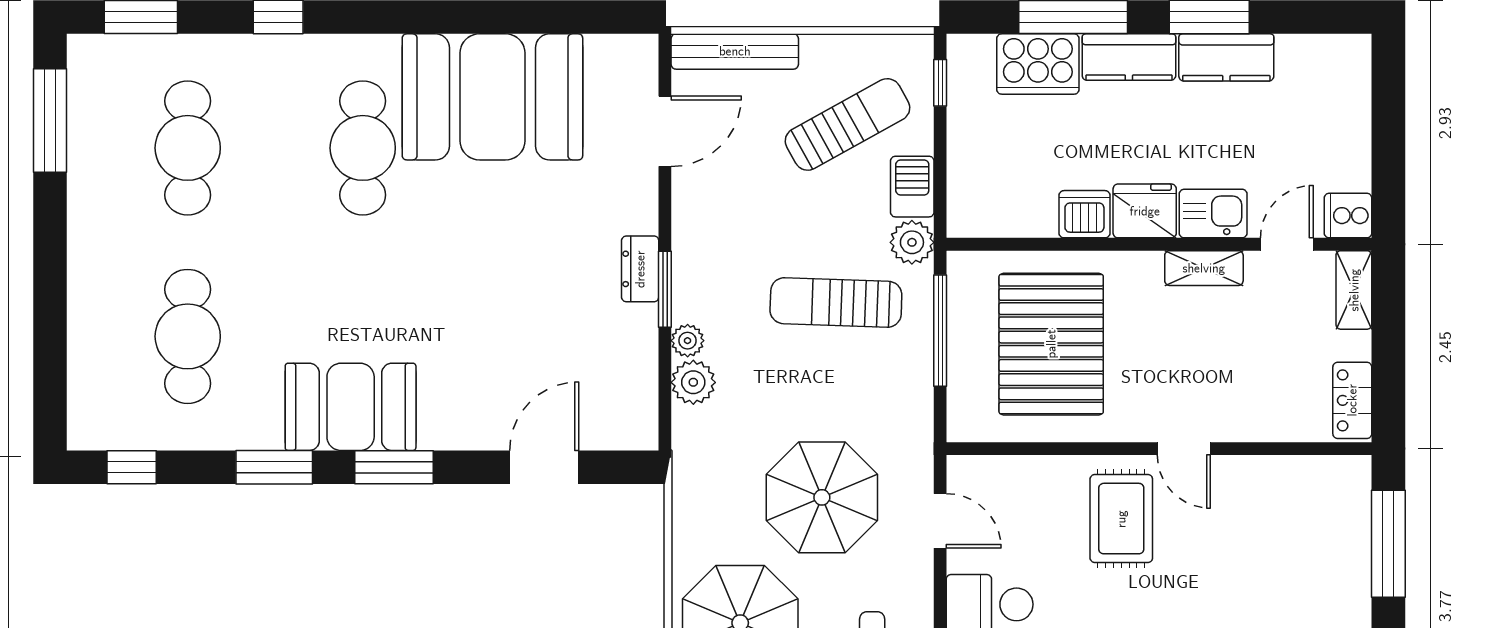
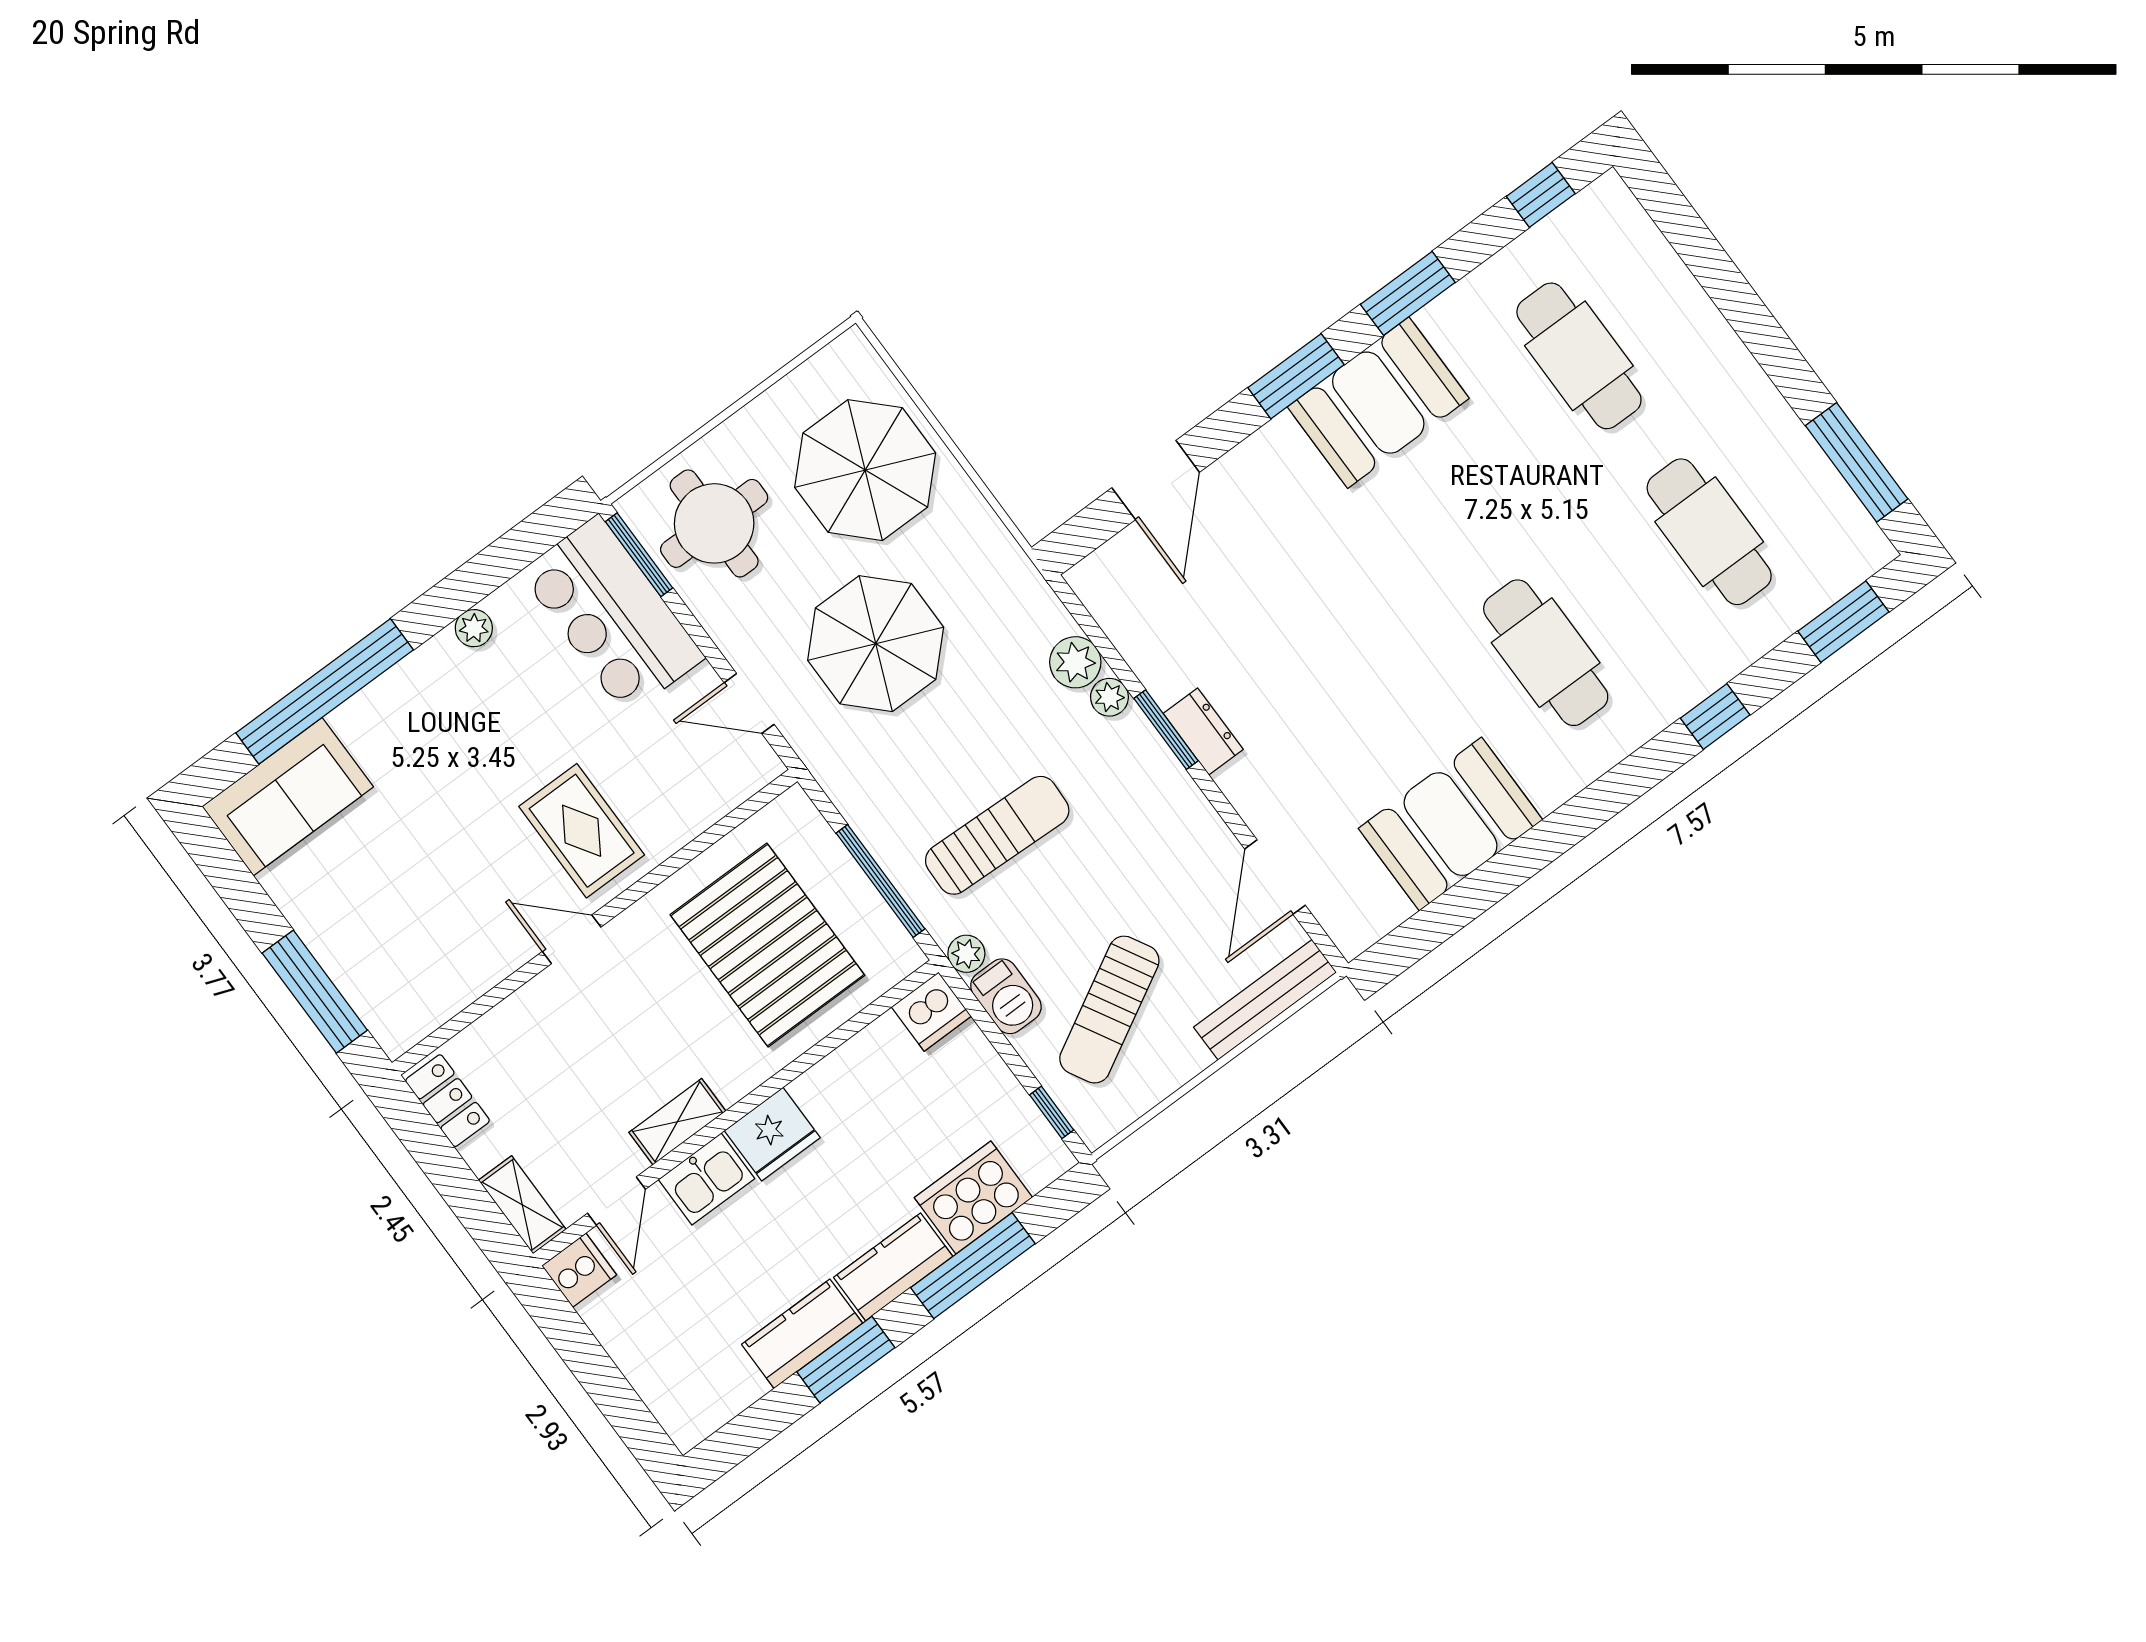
booth: (492, 97) -> (1451, 824), width x0.73, depth x0.70
dishwasher: (1084, 214) -> (931, 1012), moved
plant: (912, 242) -> (966, 954), width x0.73, depth x0.73

